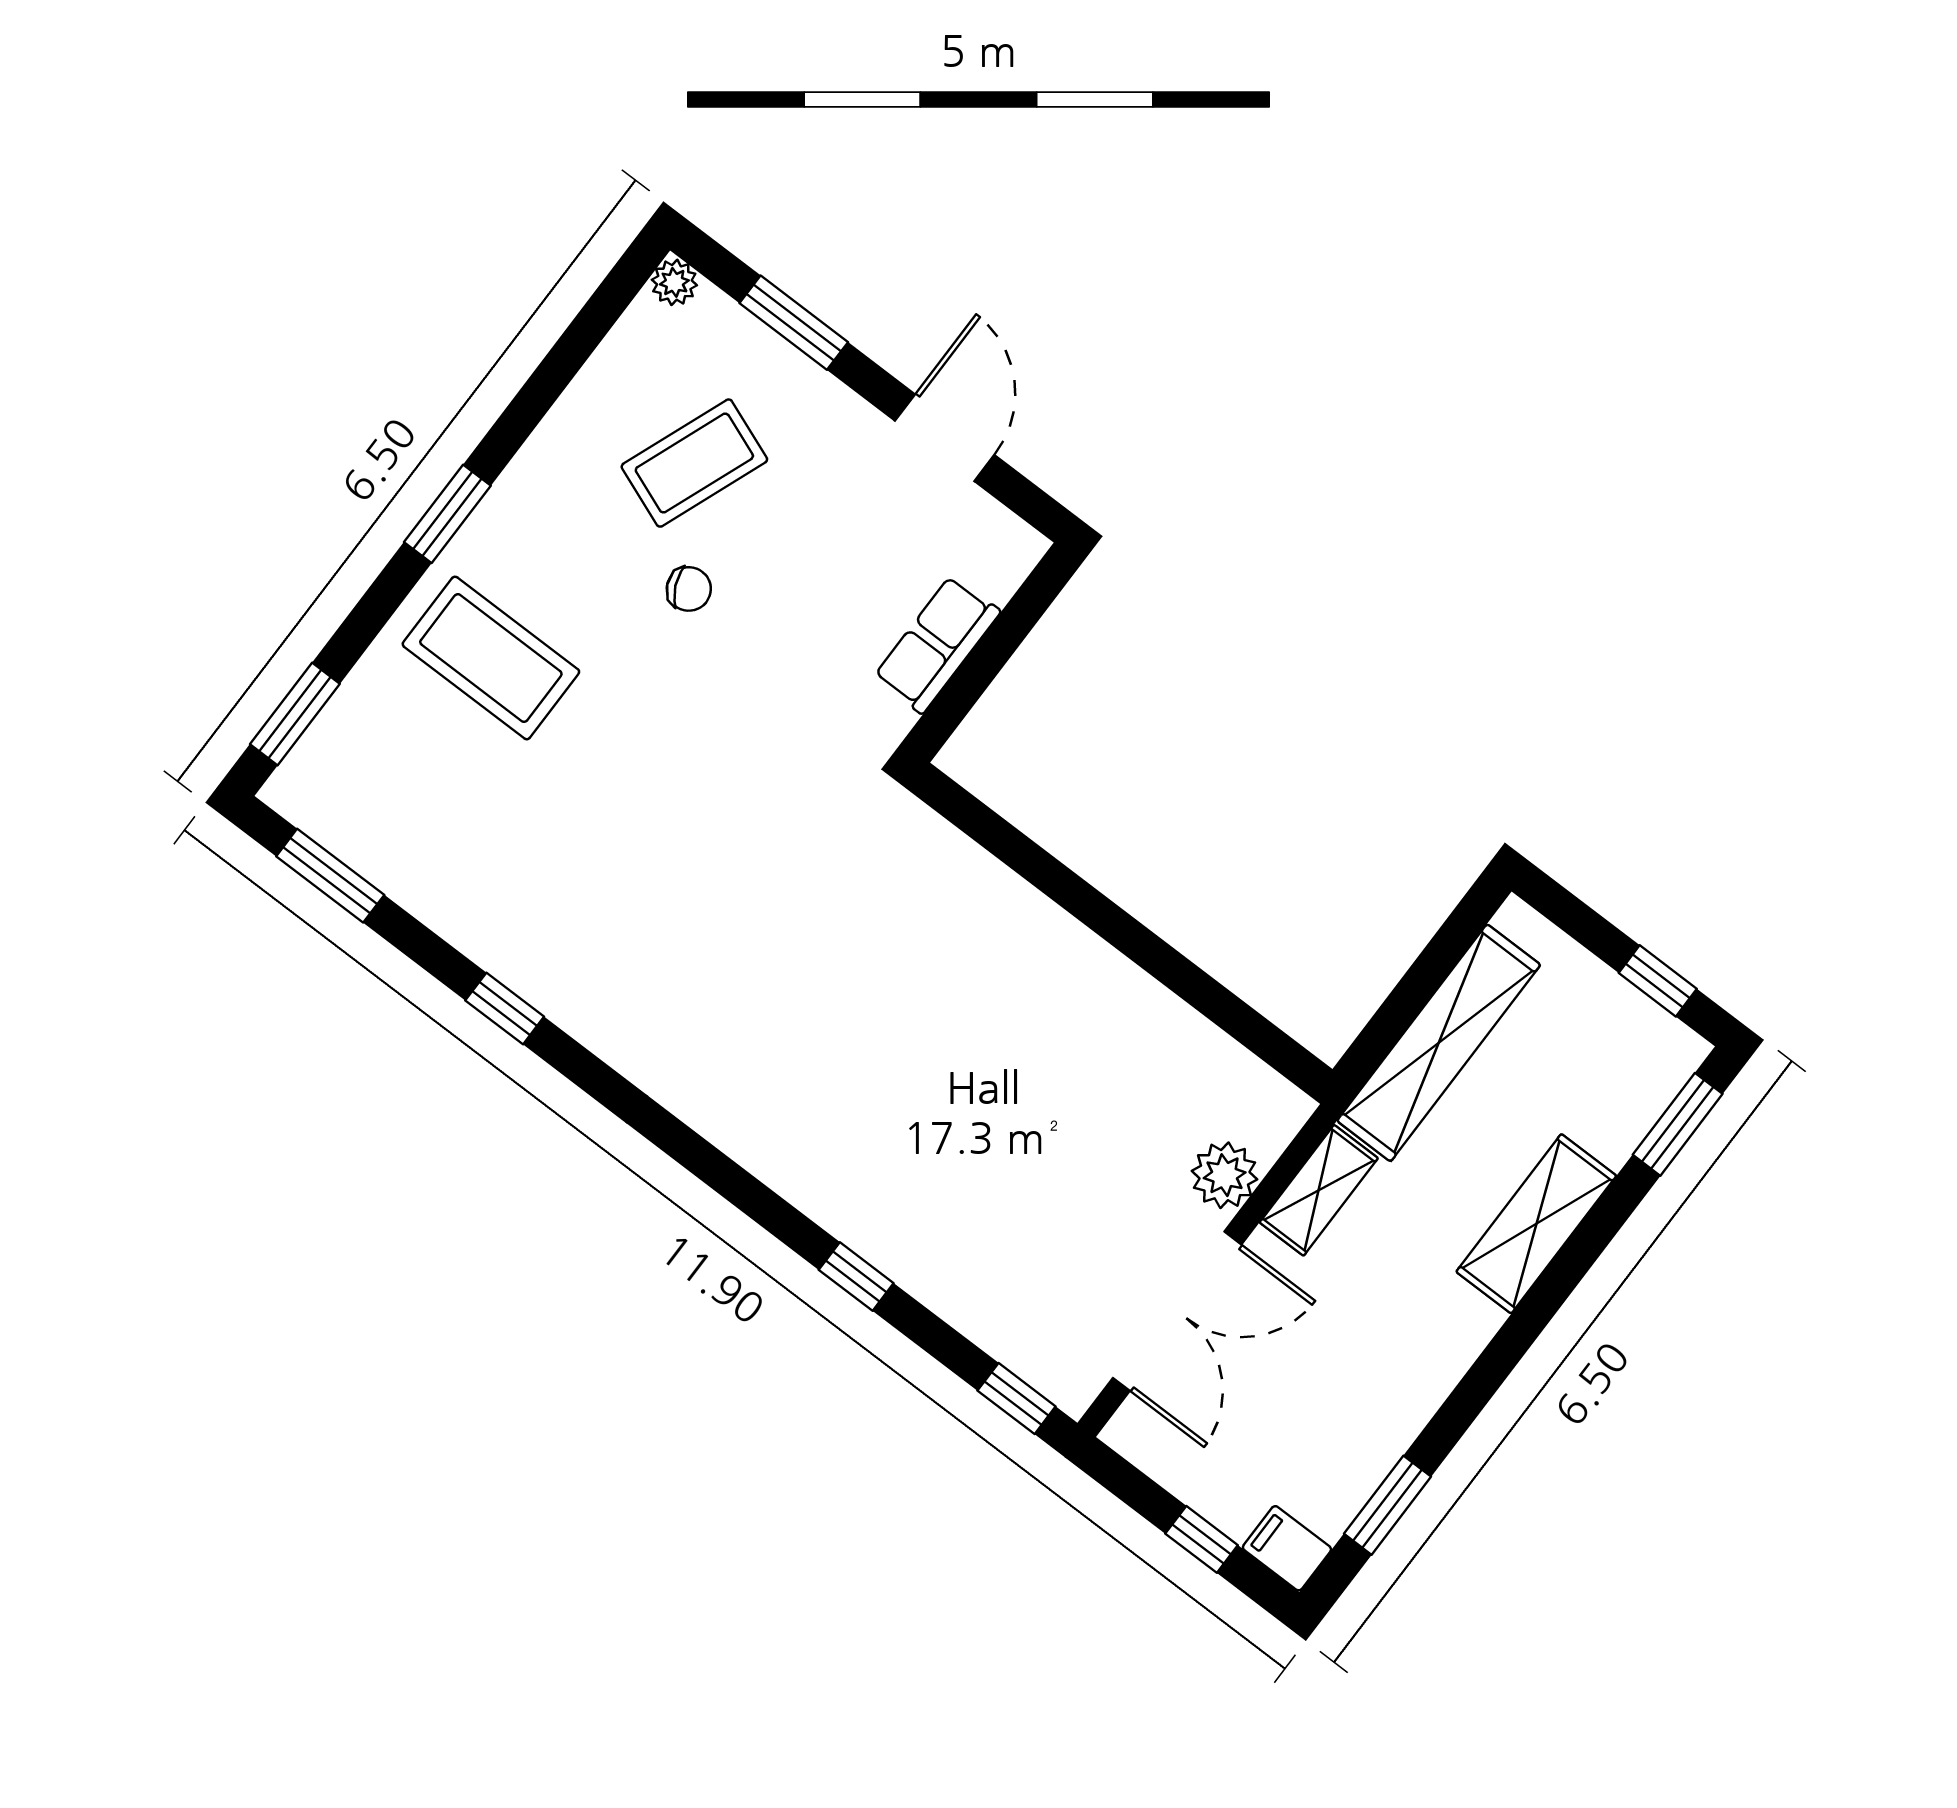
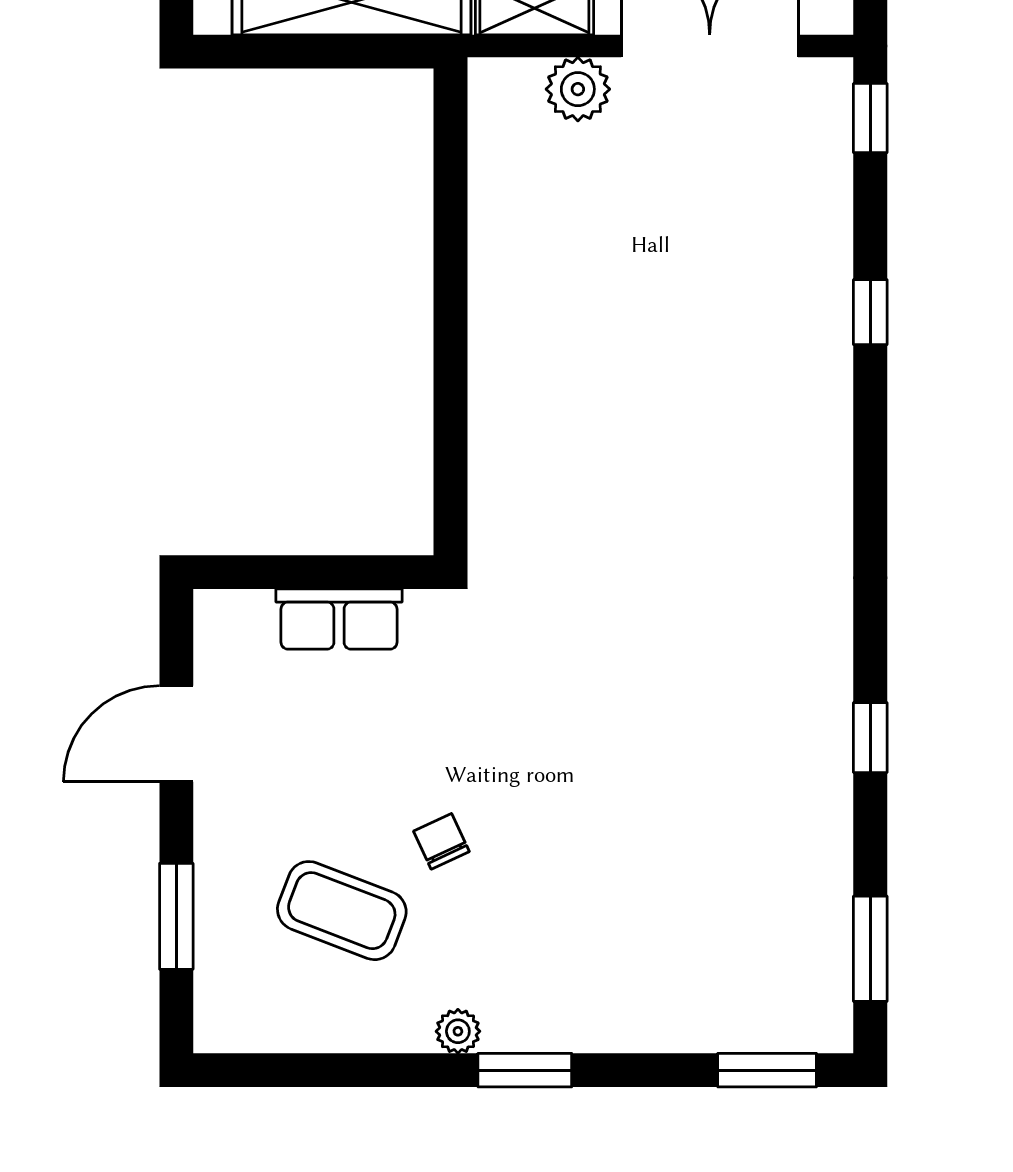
plant: (674, 282) -> (458, 1031), moved
coffee table: (491, 658) -> (610, 953), removed

